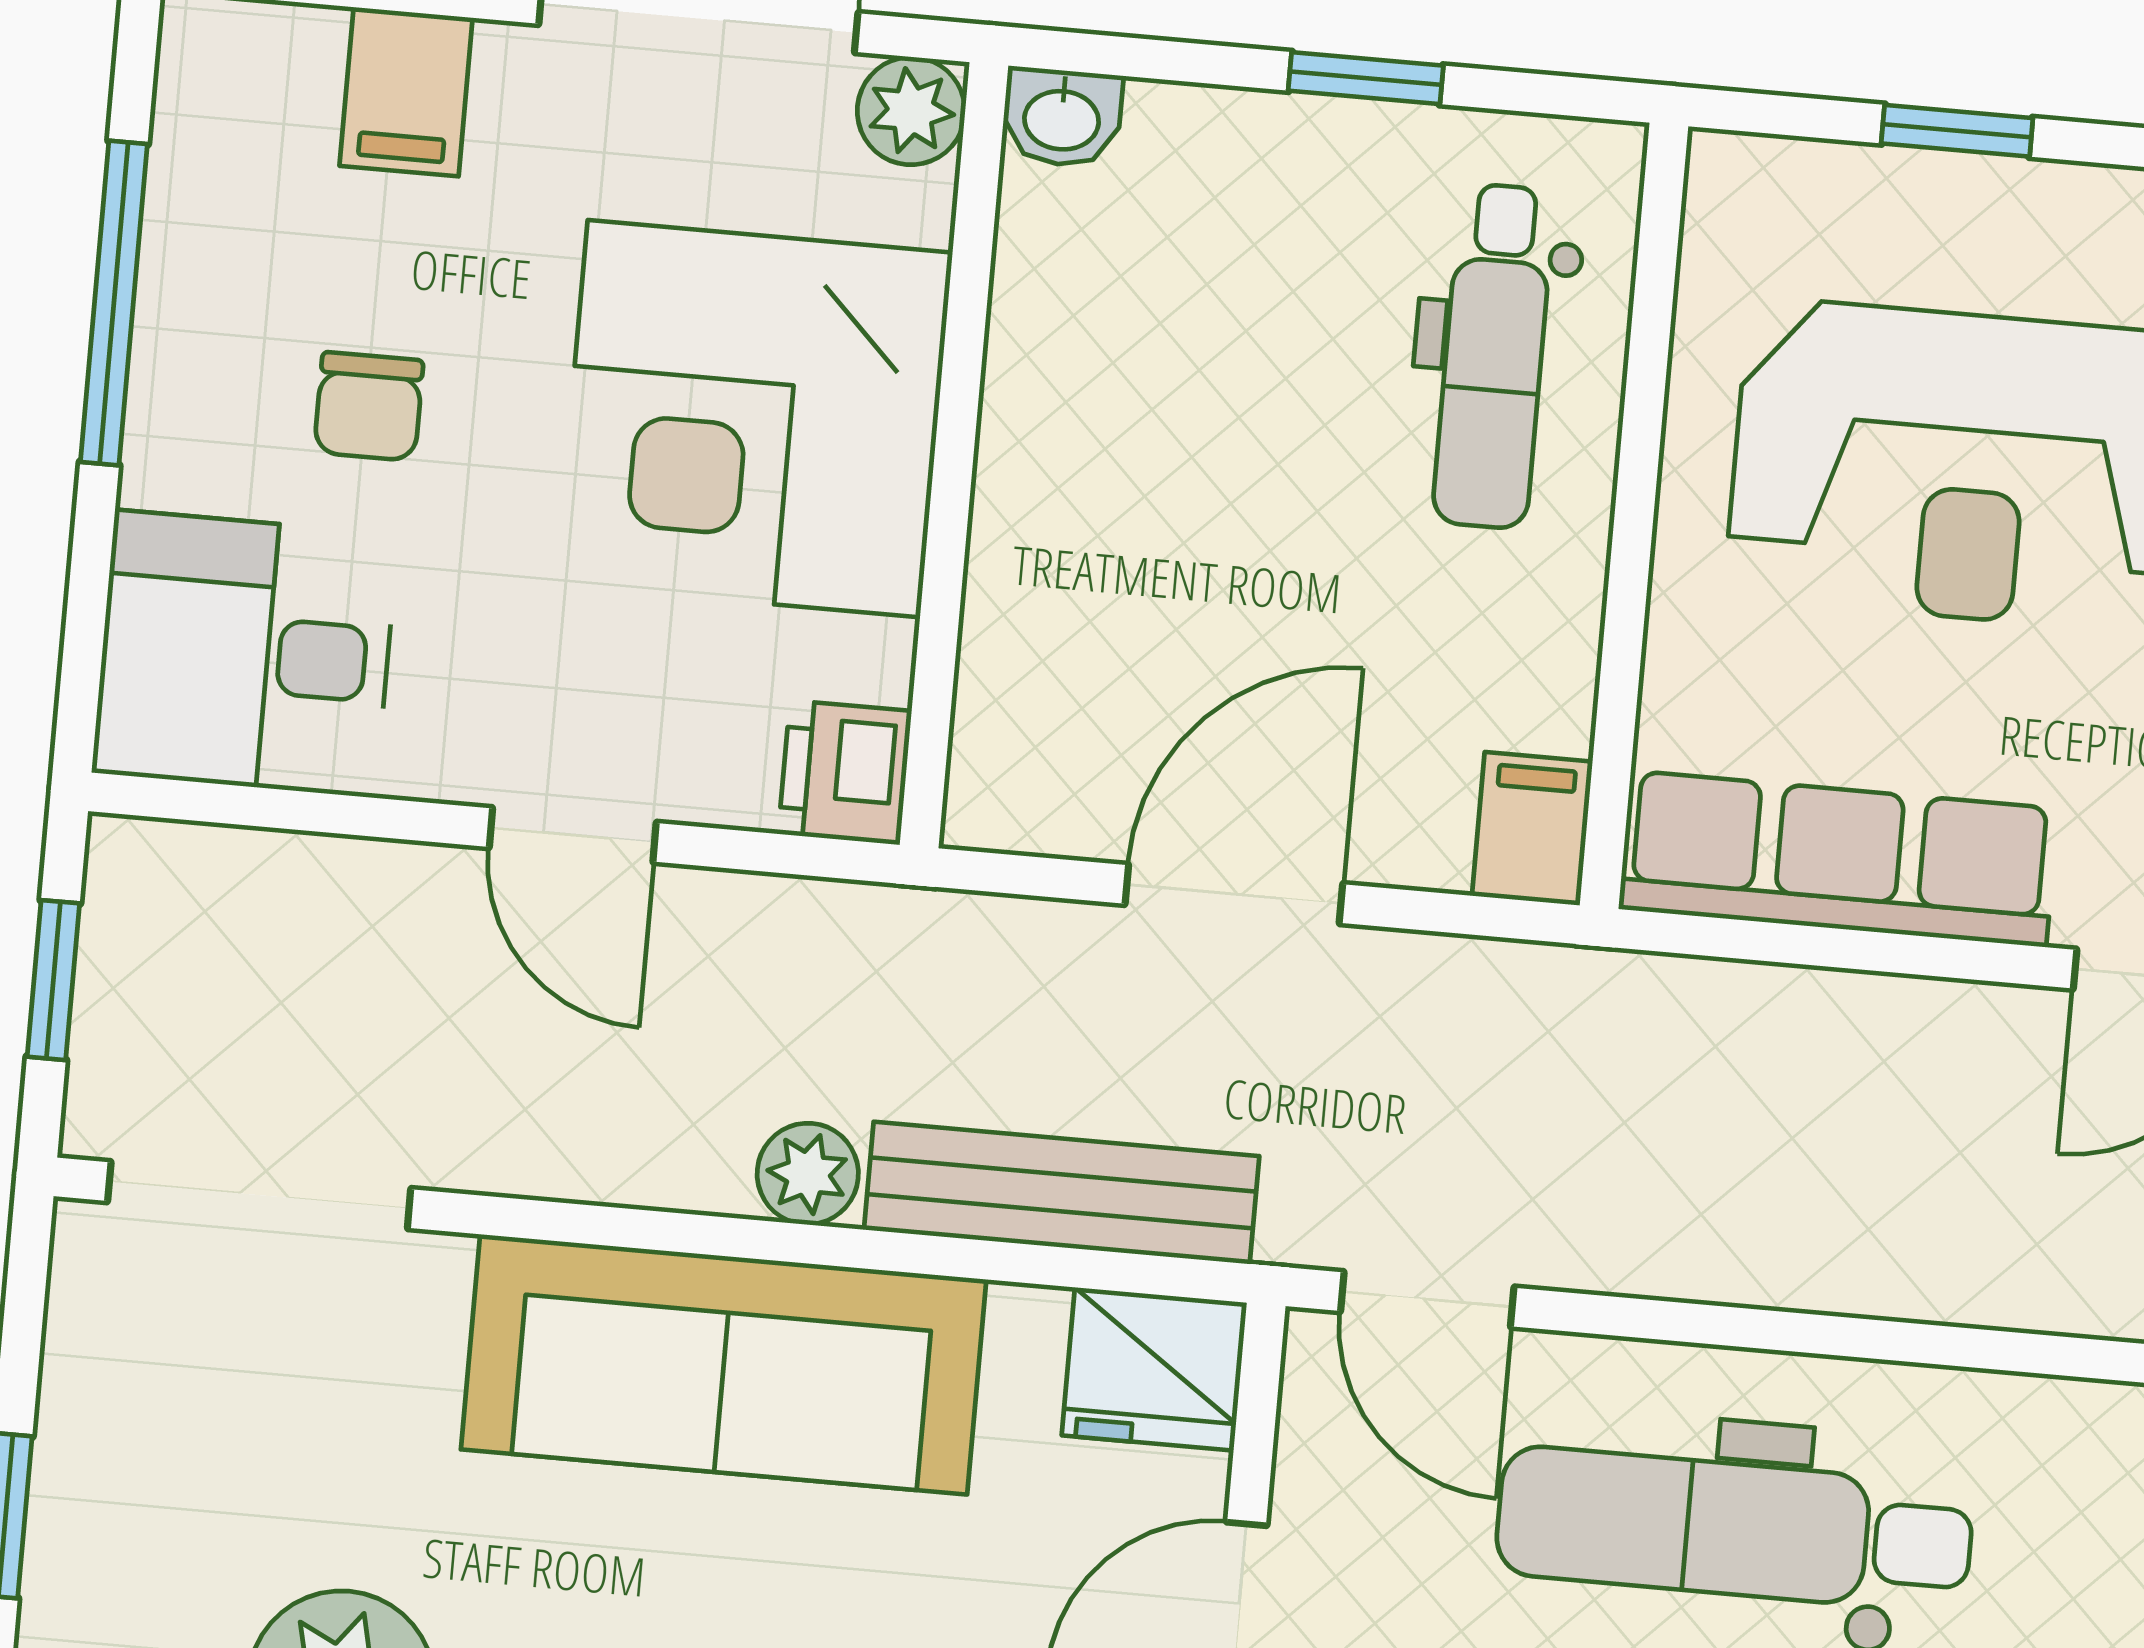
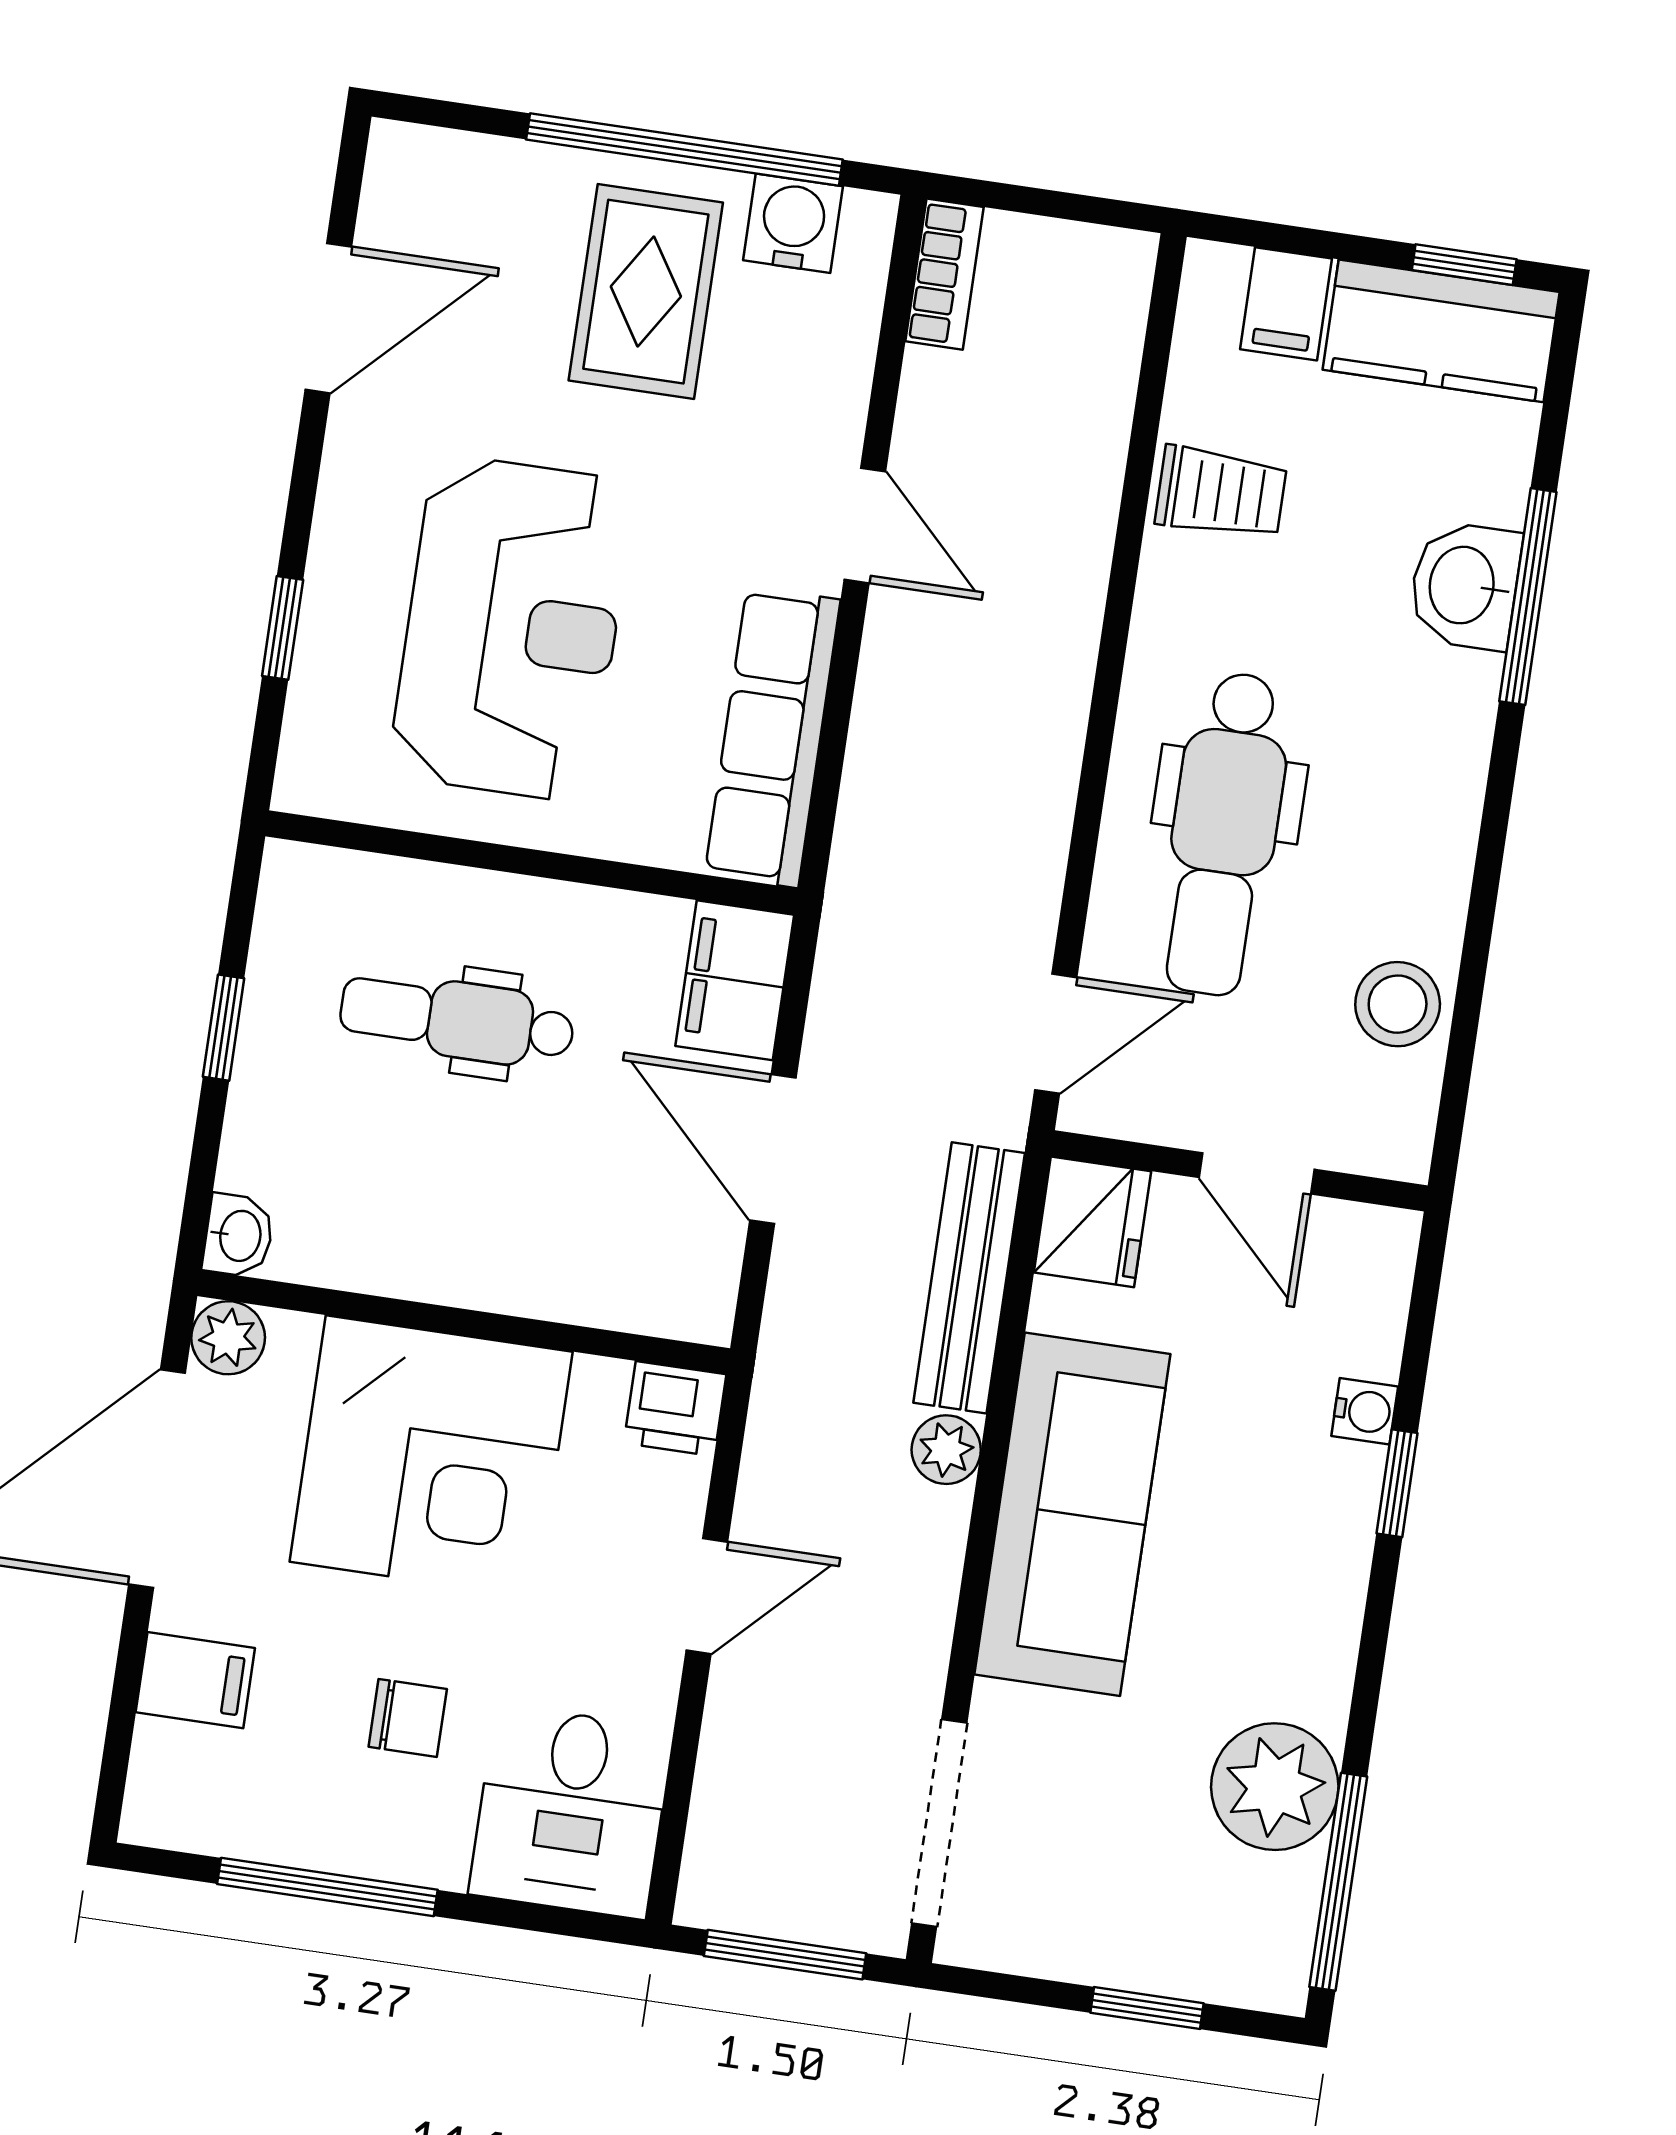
dental chair: (1494, 356) -> (457, 1020), moved, turned 180
filing cabinet: (1532, 829) -> (735, 980), width x2.00
window: (53, 980) -> (785, 1955), width x1.50

